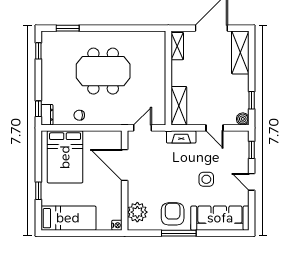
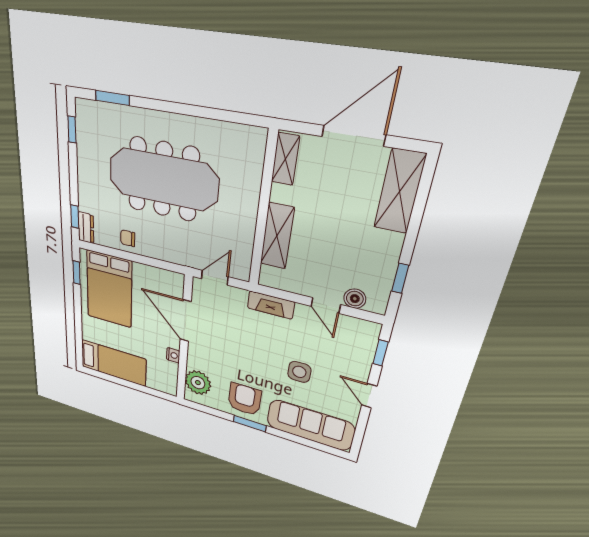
meeting table: (103, 71) -> (163, 179), width x1.36
shelving: (179, 106) -> (277, 236), moved
boiler: (243, 119) -> (355, 299), moved
window: (38, 191) -> (77, 273), moved
nightstand: (117, 225) -> (173, 355), moved
window: (179, 233) -> (250, 424), width x0.69

